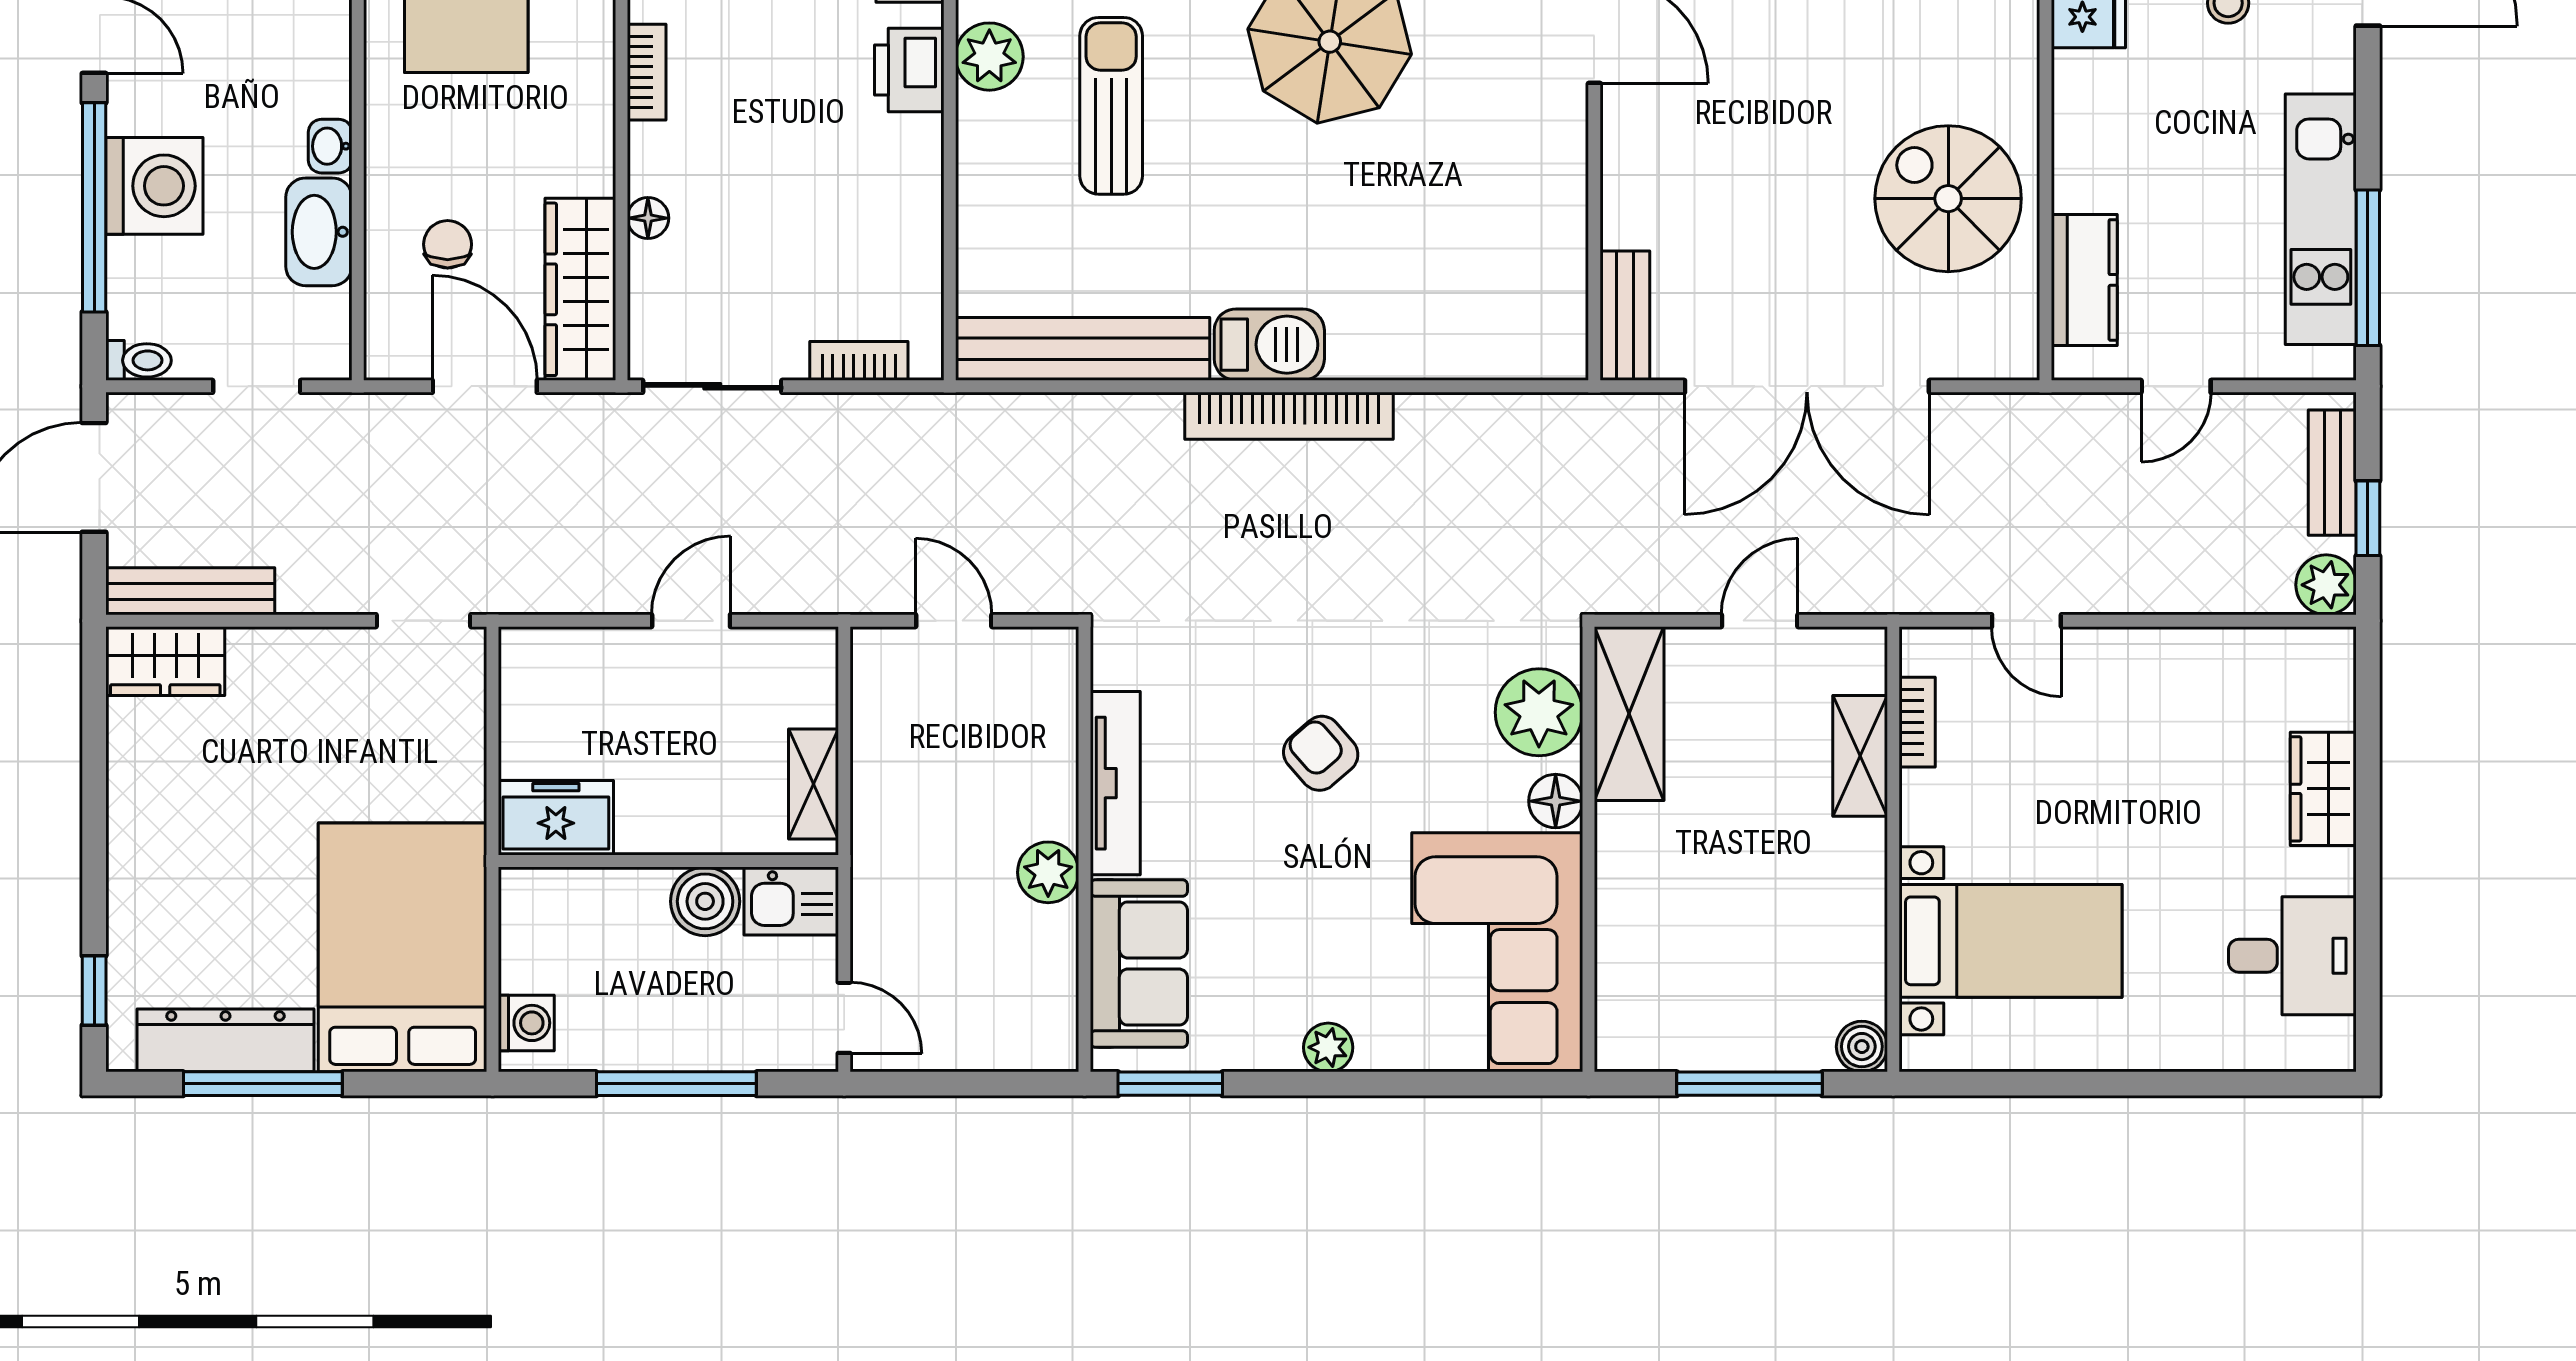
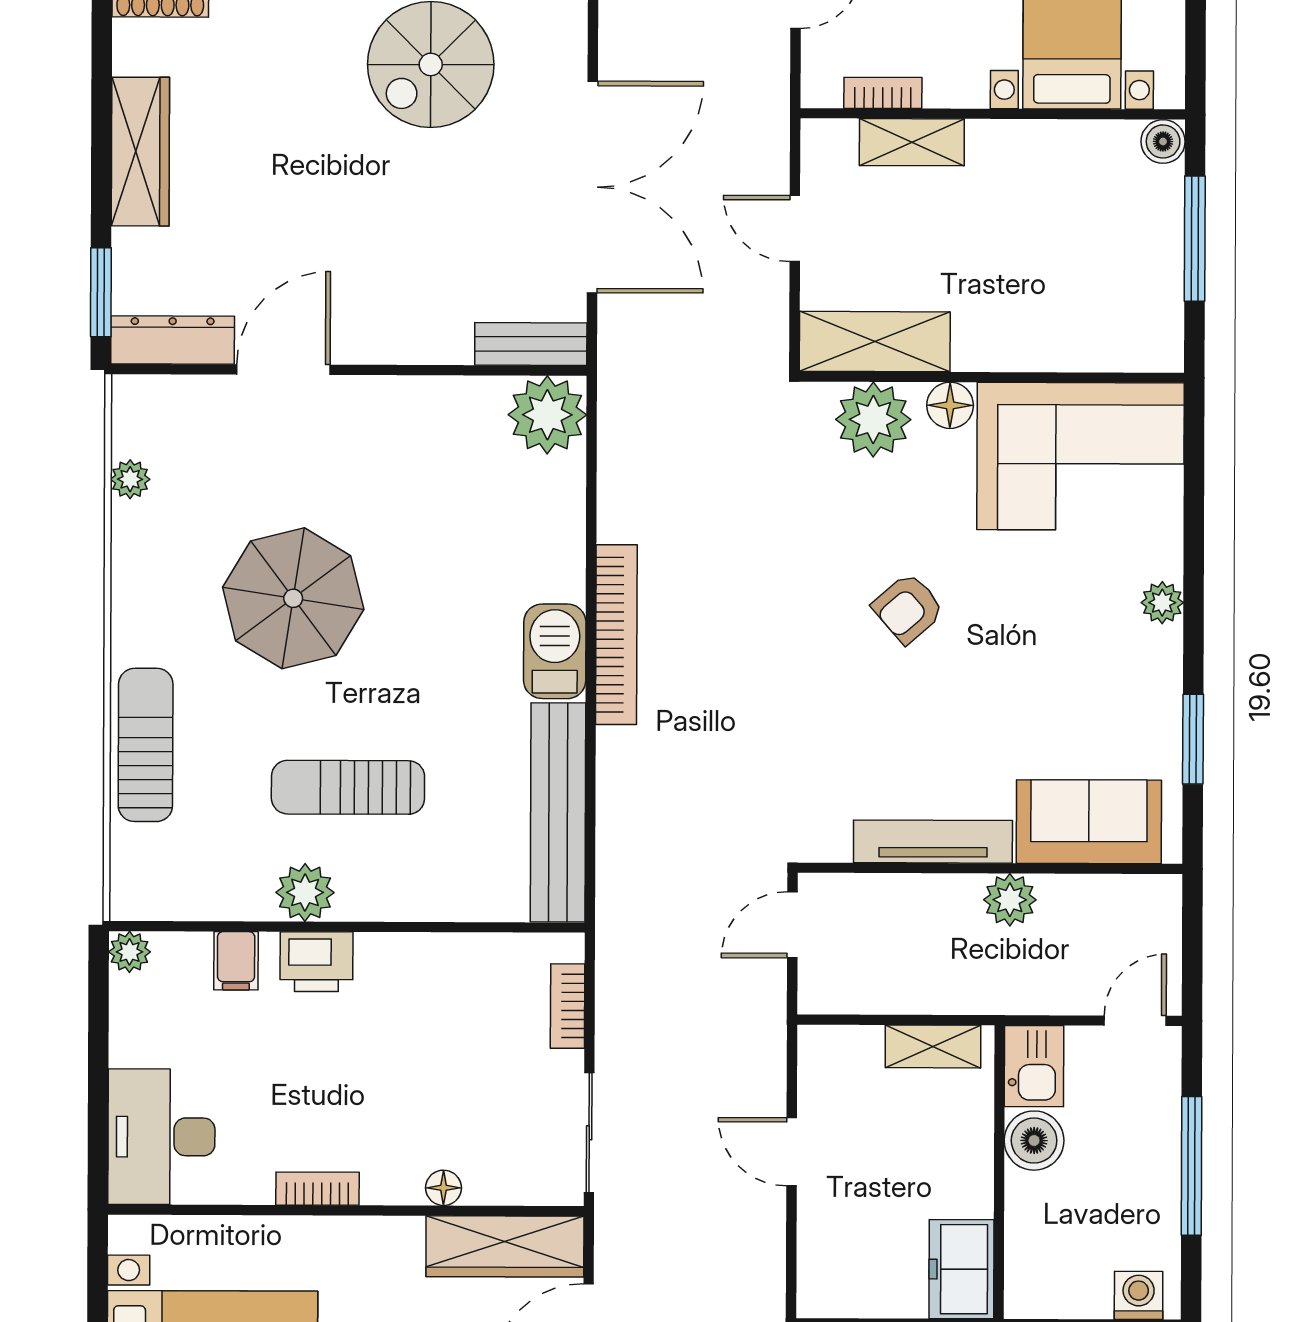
plant: (1543, 335) -> (547, 415), added
tv unit: (1115, 783) -> (933, 842), moved
wall: (1084, 849) -> (990, 868), moved
plant: (1048, 872) -> (1010, 900), moved
sofa: (1139, 963) -> (1089, 822), moved

